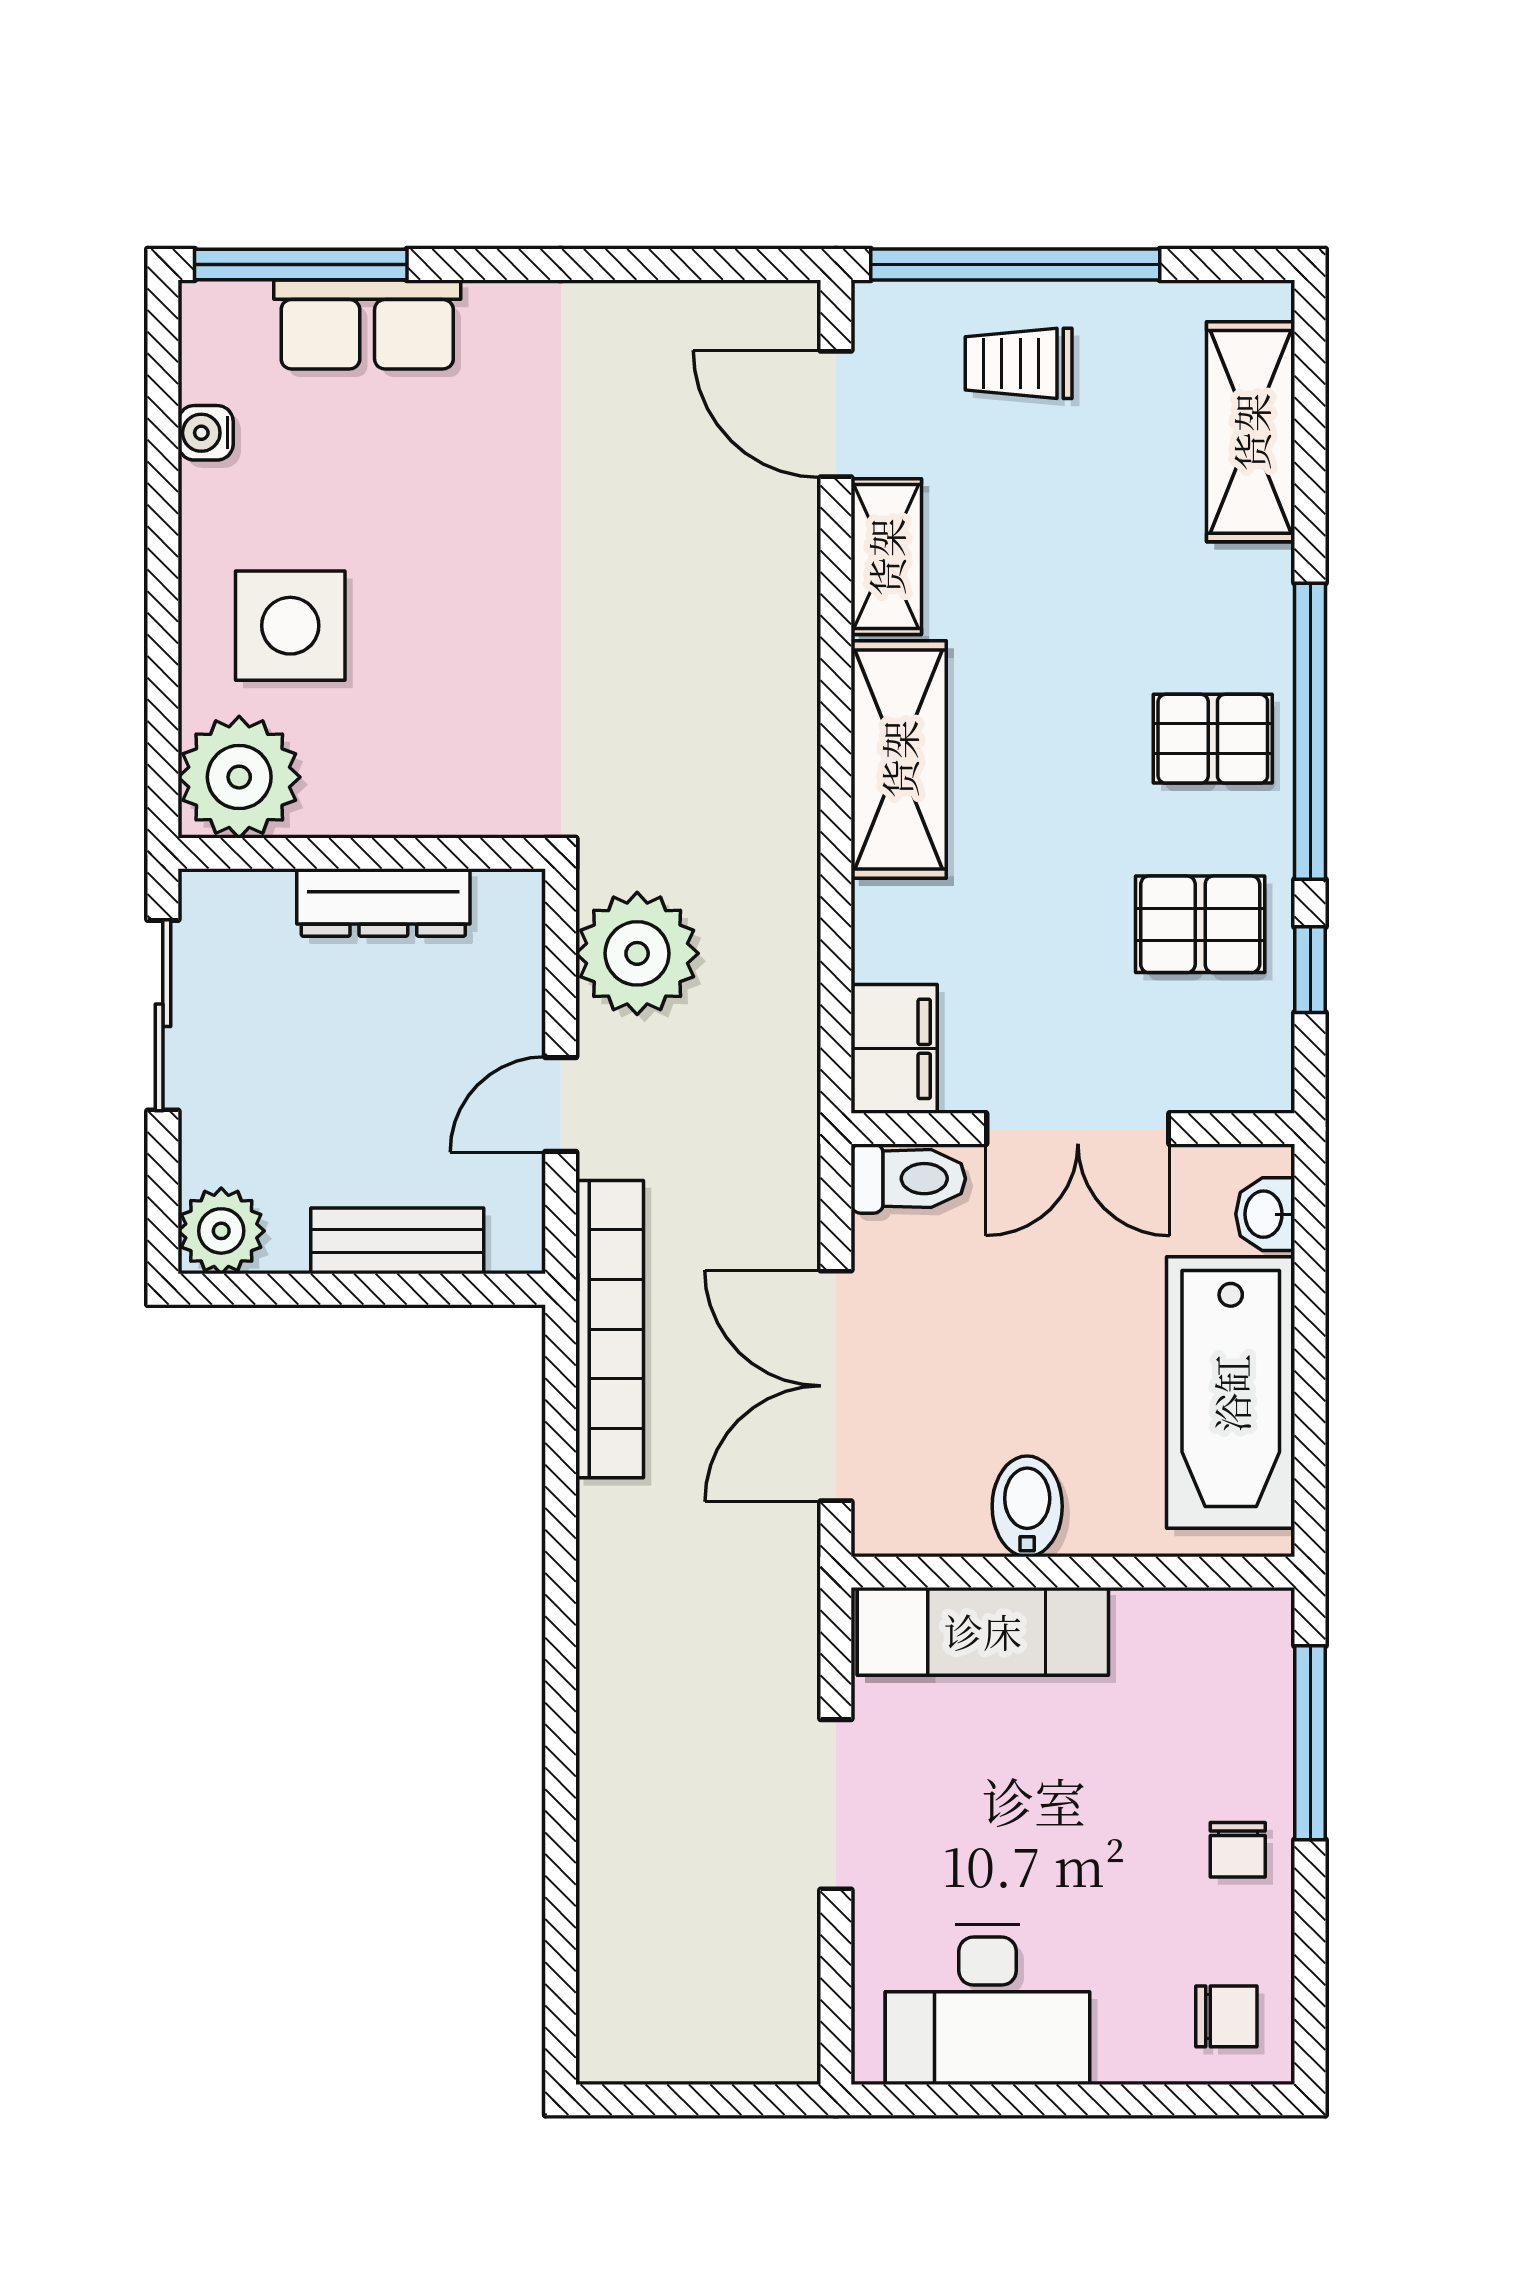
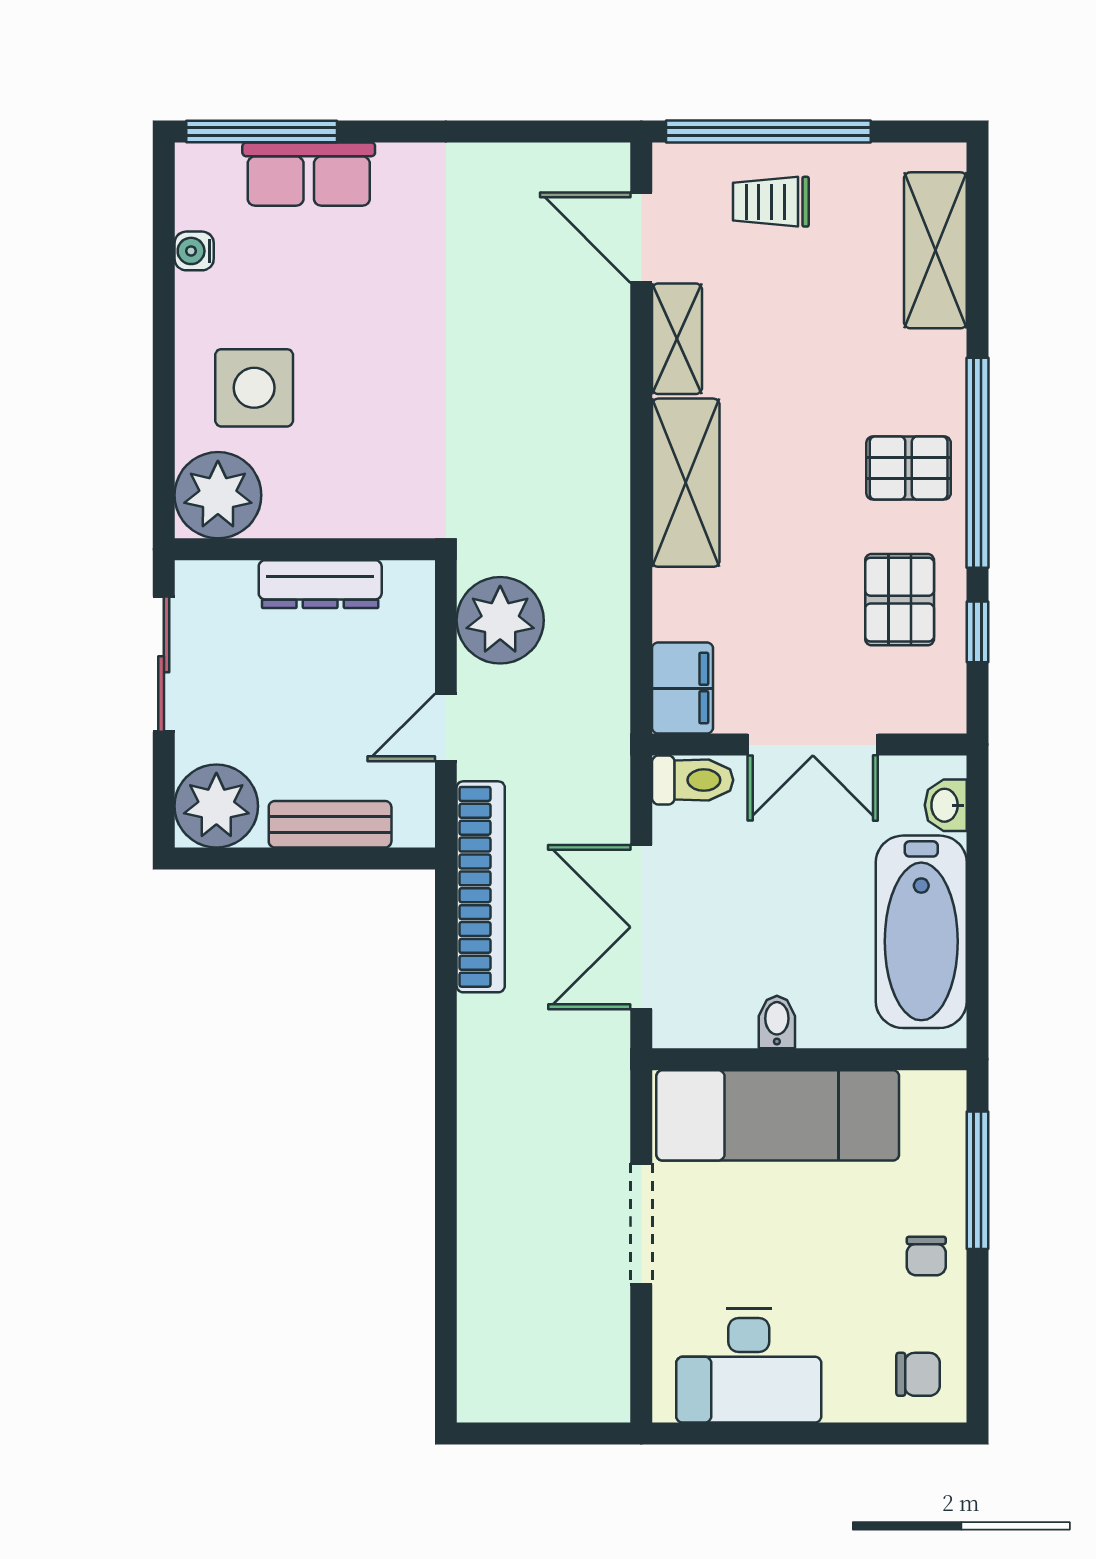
pallet: (1200, 924) -> (900, 600), turned 90
plant: (221, 1231) -> (216, 806), width x1.36, depth x1.36
bidet: (1027, 1506) -> (777, 1022), width x0.72, depth x0.74
exam couch: (983, 1631) -> (778, 1115), width x1.36, depth x1.45

